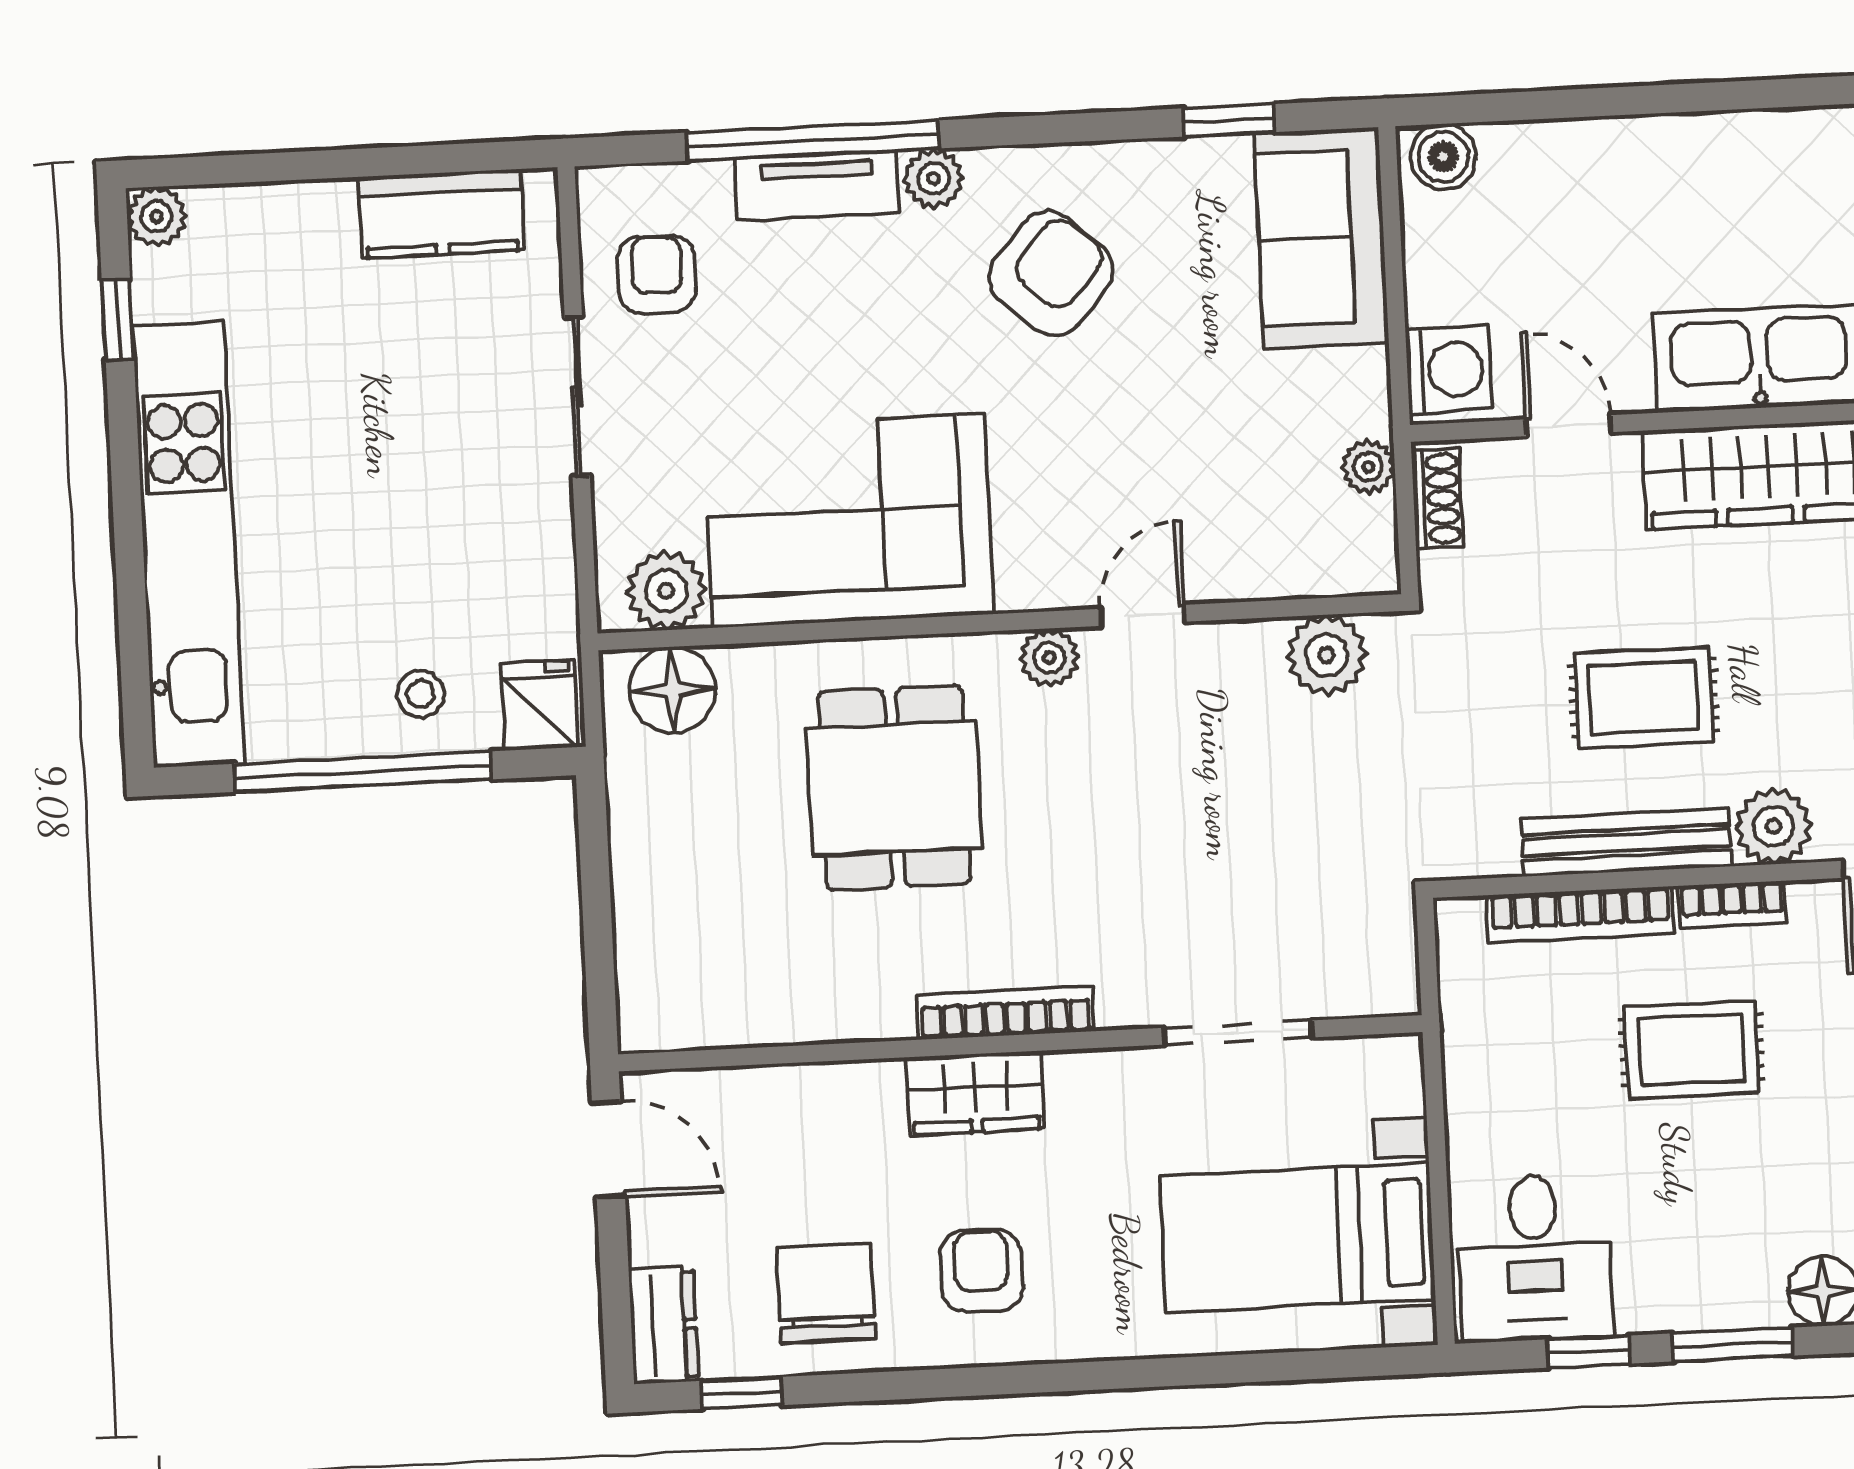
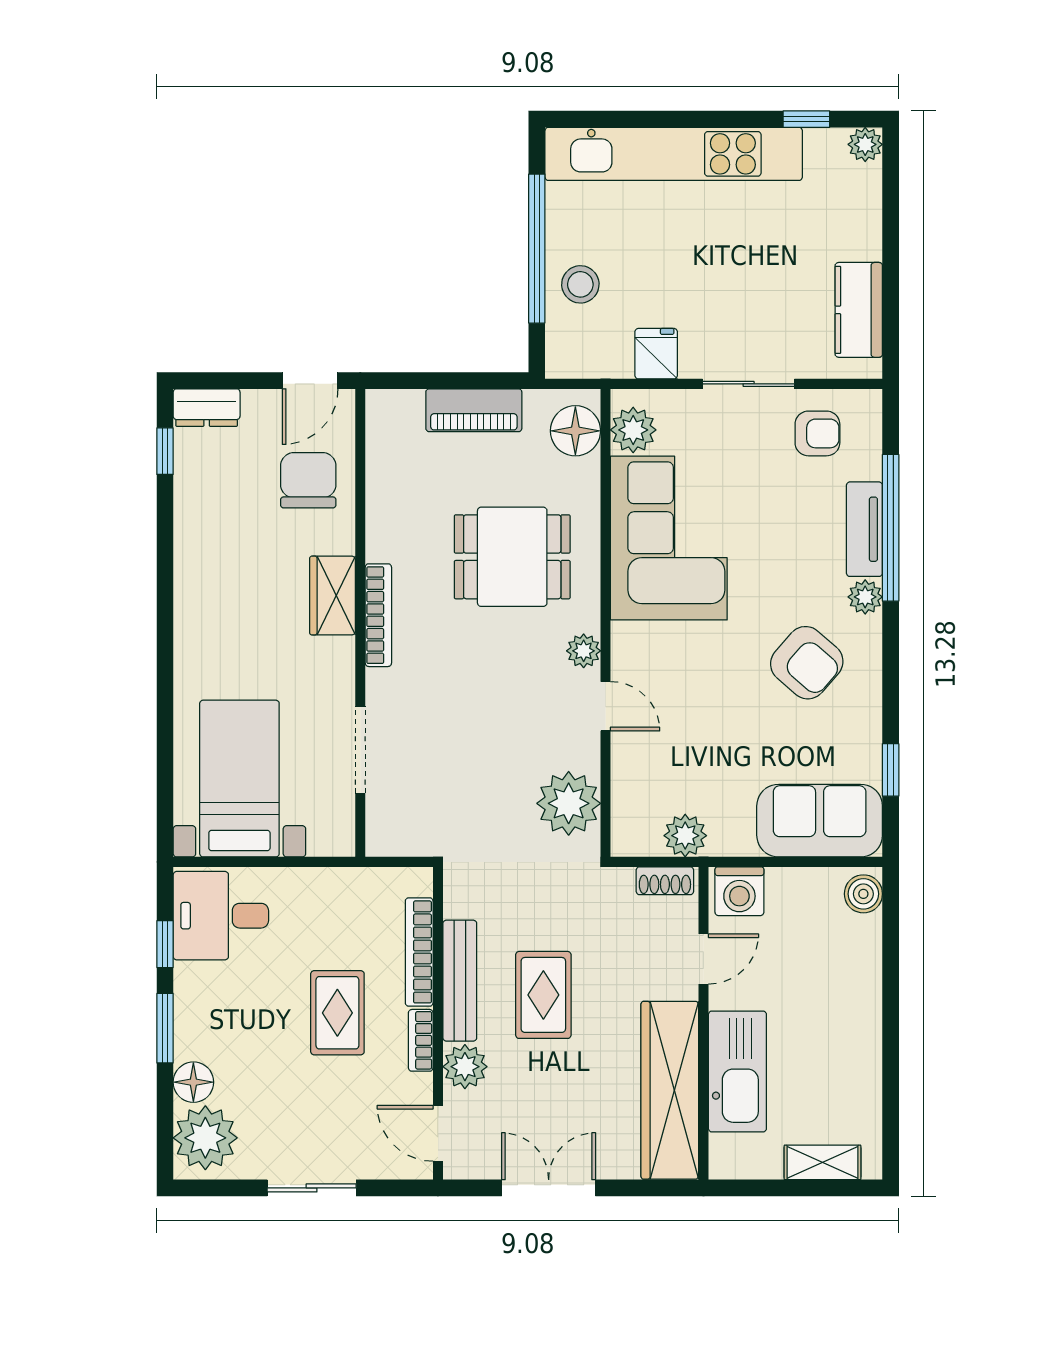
plant: (1368, 467) -> (685, 836), width x1.38, depth x1.38
plant: (1327, 655) -> (569, 803), width x1.36, depth x1.36
stool: (421, 694) -> (580, 284), width x1.37, depth x1.37
fridge: (539, 705) -> (656, 354), moved, turned -90
piano: (646, 866) -> (474, 410), added
armchair: (981, 1271) -> (229, 594), removed
chair: (826, 1293) -> (308, 480), moved, turned -90

